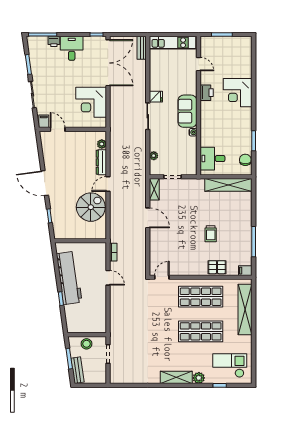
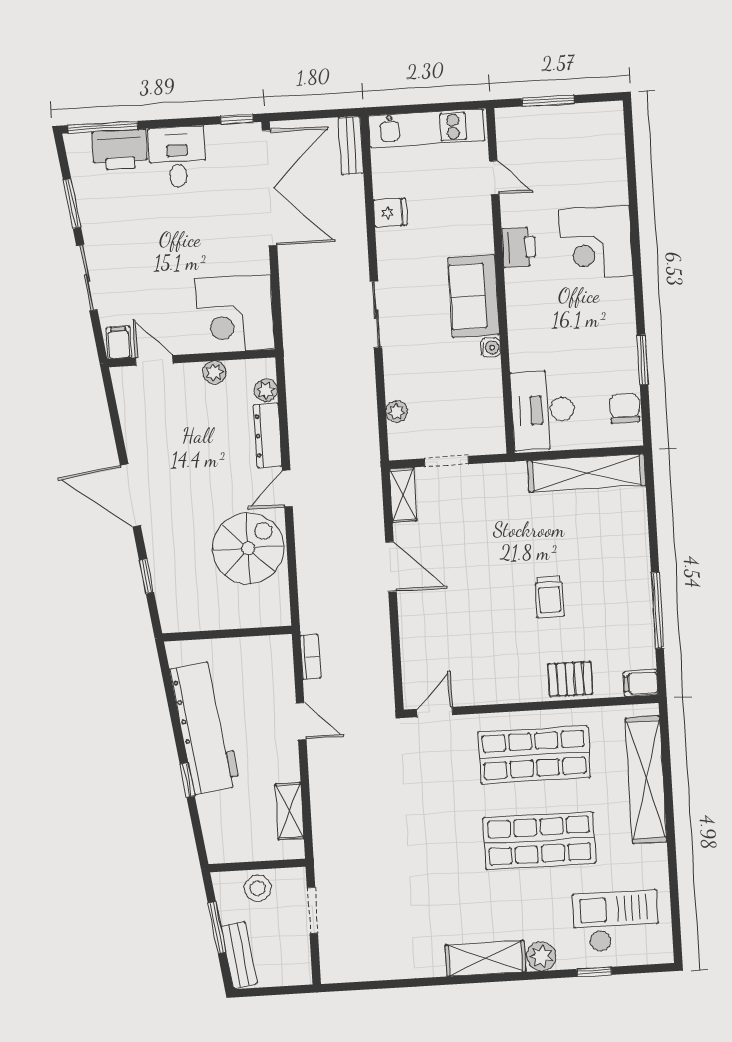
printer: (54, 41) -> (120, 150), width x1.87, depth x1.48
fridge: (156, 97) -> (390, 213), moved
corner desk: (91, 102) -> (235, 314), moved
plant: (81, 136) -> (214, 372), added
desk: (212, 159) -> (543, 410), width x1.37
shelving: (101, 314) -> (290, 811), added

